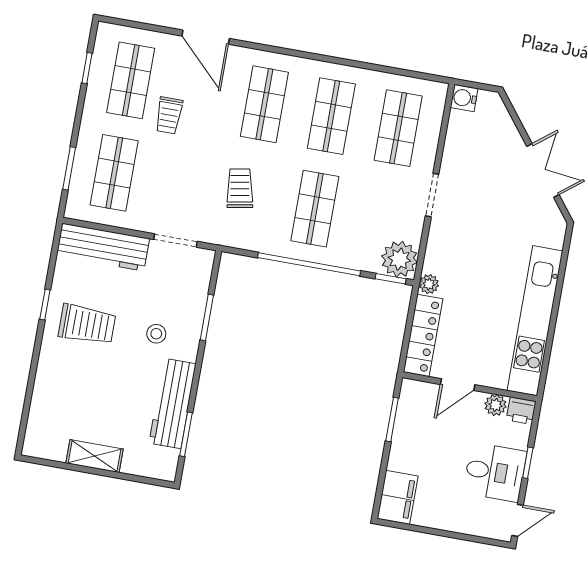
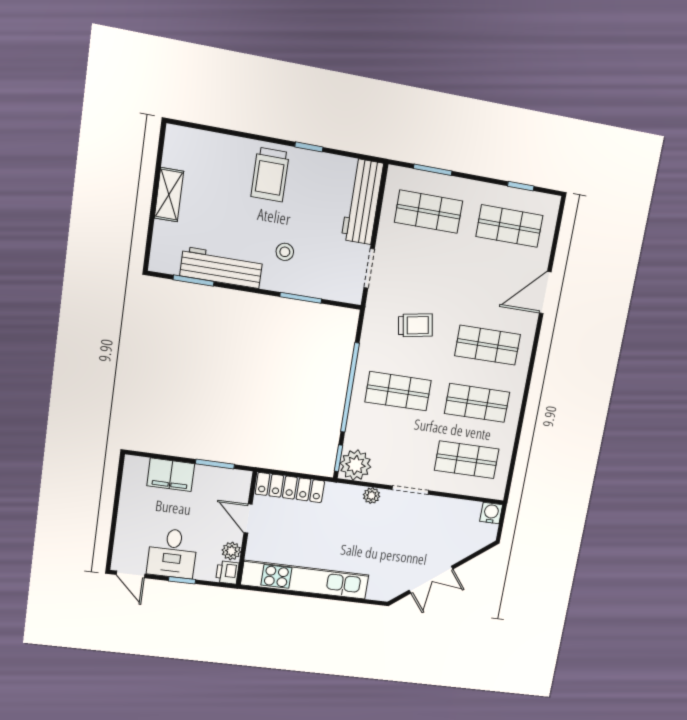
trolley: (169, 115) -> (479, 261), removed
plant: (429, 284) -> (372, 496), moved
trolley: (87, 324) -> (270, 175), moved
filing cabinet: (398, 497) -> (171, 475), moved

